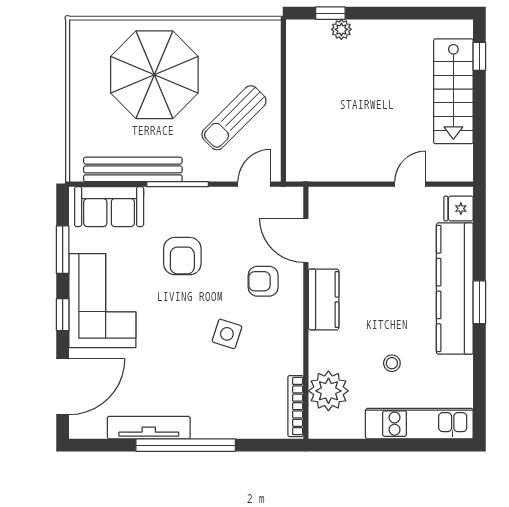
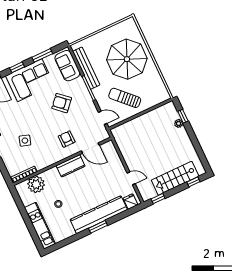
window: (479, 148) -> (158, 199), added
door: (306, 240) -> (90, 148), swing flipped
armchair: (182, 256) -> (62, 103), turned 42
side table: (227, 334) -> (25, 141), moved

